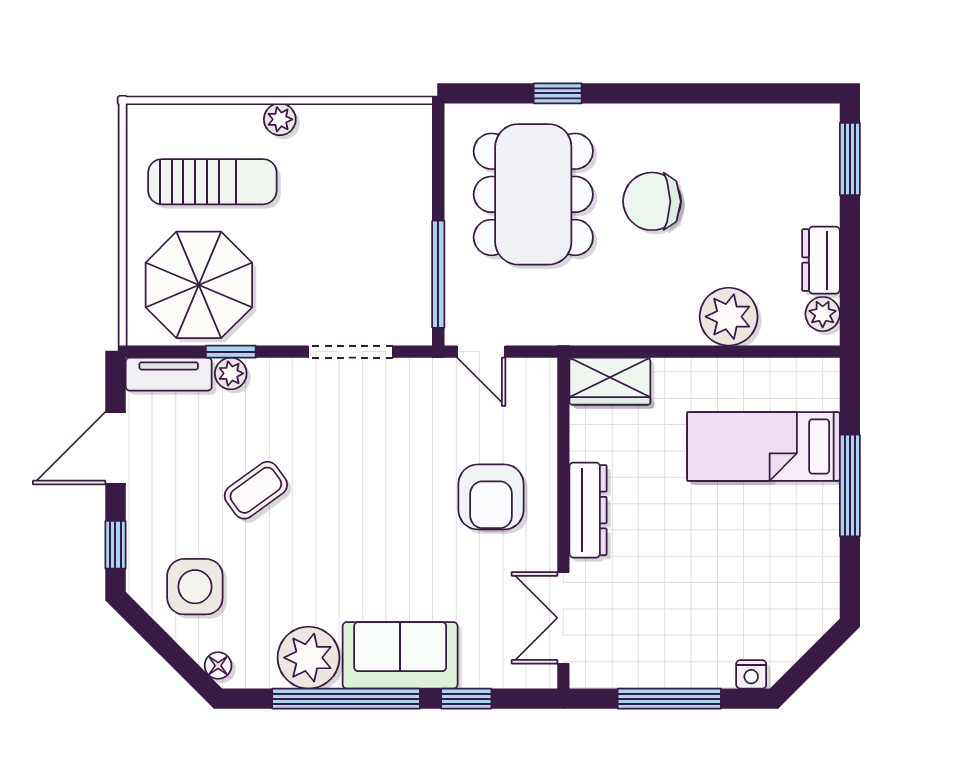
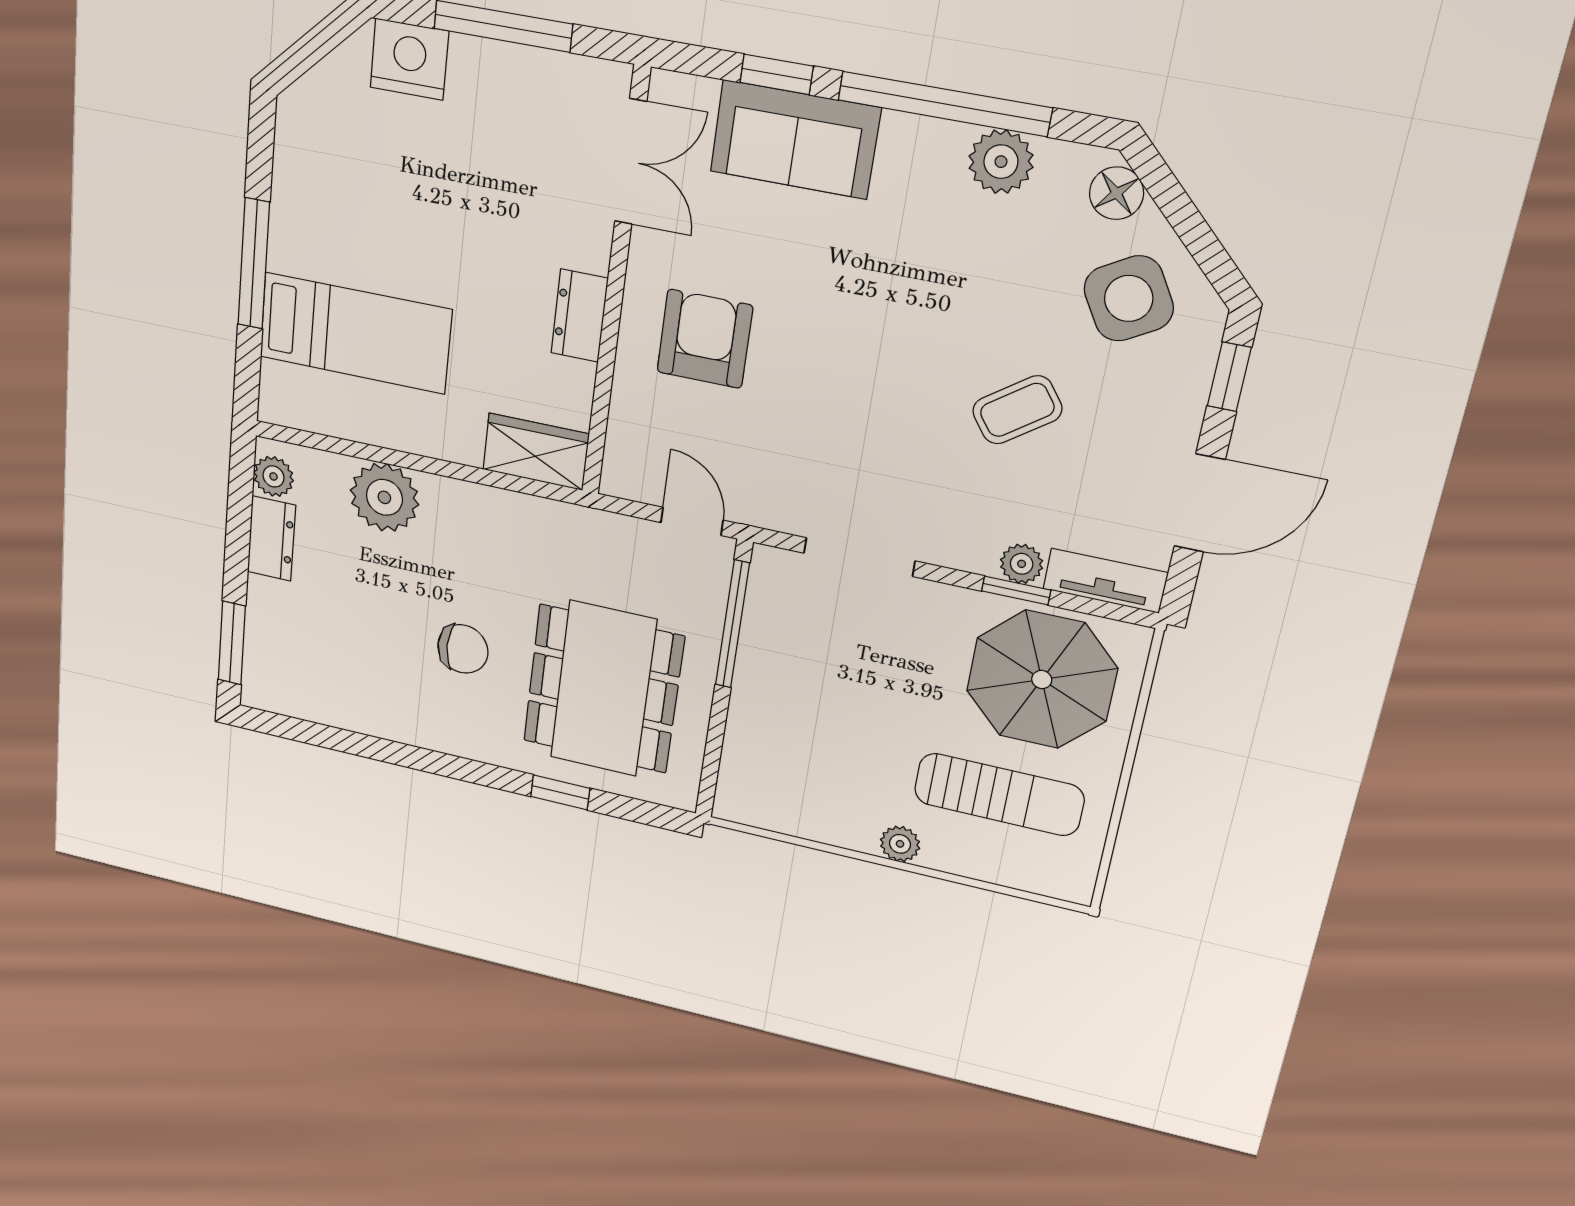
sun lounger: (212, 182) -> (999, 795), turned 180
chair: (652, 201) -> (463, 649), width x0.73, depth x0.73
dresser: (588, 510) -> (580, 316), width x0.70
side table: (195, 587) -> (1129, 298), turned -30
sofa: (400, 655) -> (795, 140), moved
plant: (309, 658) -> (1001, 162), width x0.73, depth x0.73
floor lamp: (218, 666) -> (1116, 193), width x1.37, depth x1.37
nightstand: (751, 674) -> (409, 59), width x1.89, depth x1.79

